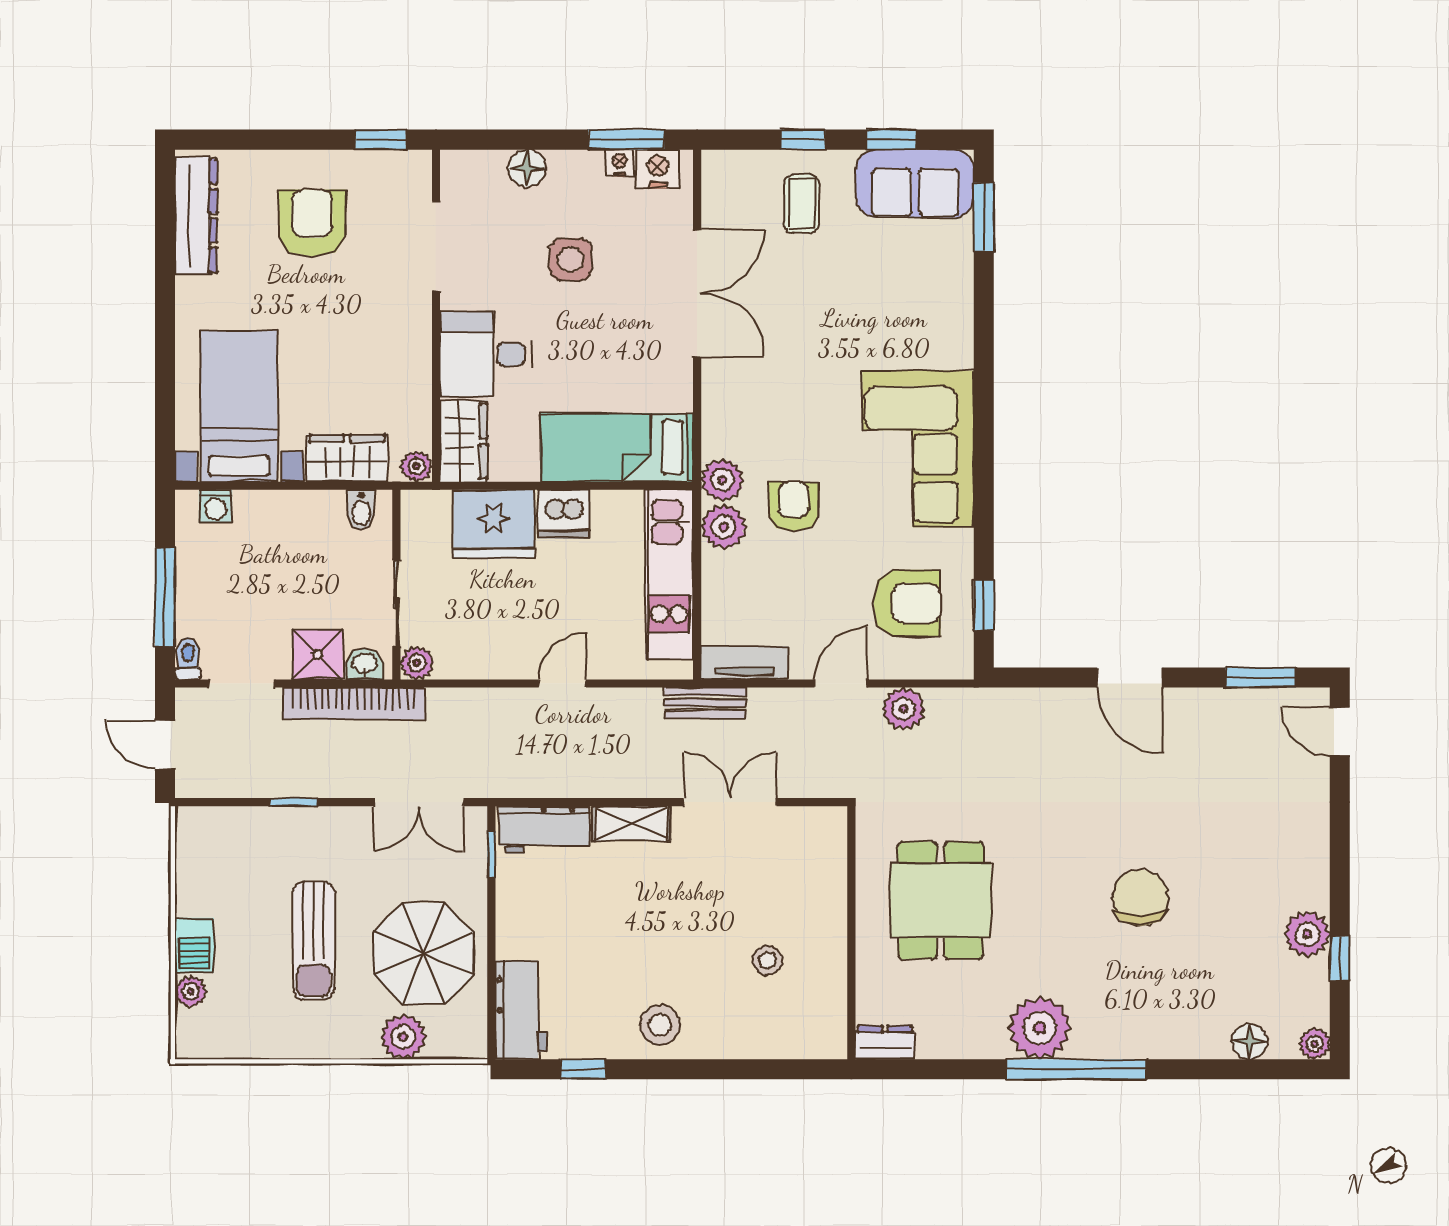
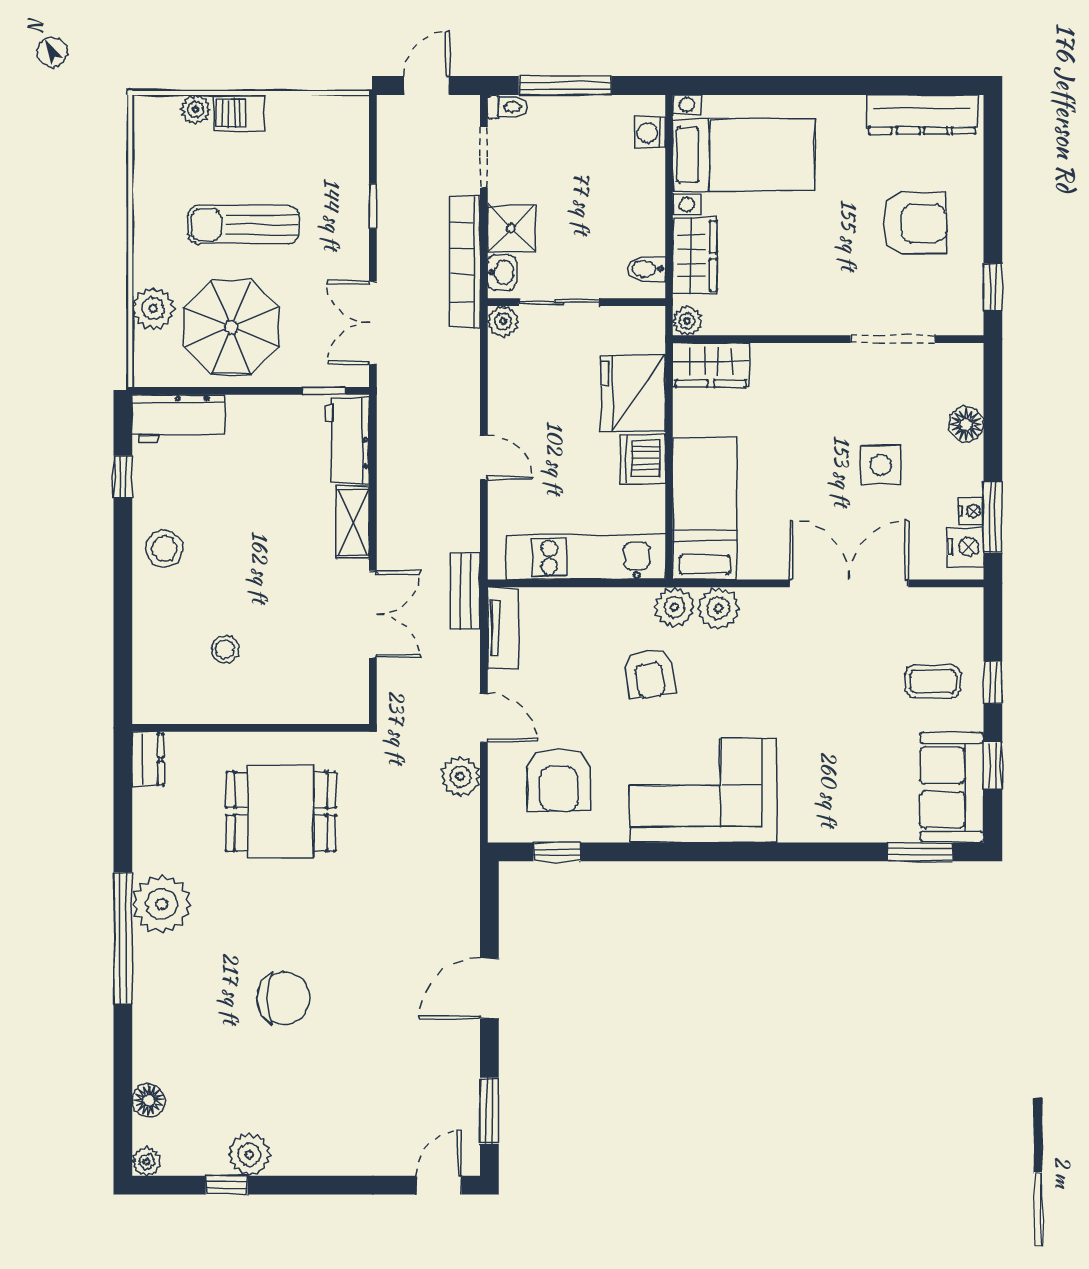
double door: (697, 293) -> (849, 583), swing flipped
desk: (486, 354) -> (792, 386), removed
armchair: (793, 507) -> (650, 674), turned 83
plant: (724, 527) -> (718, 608), moved

